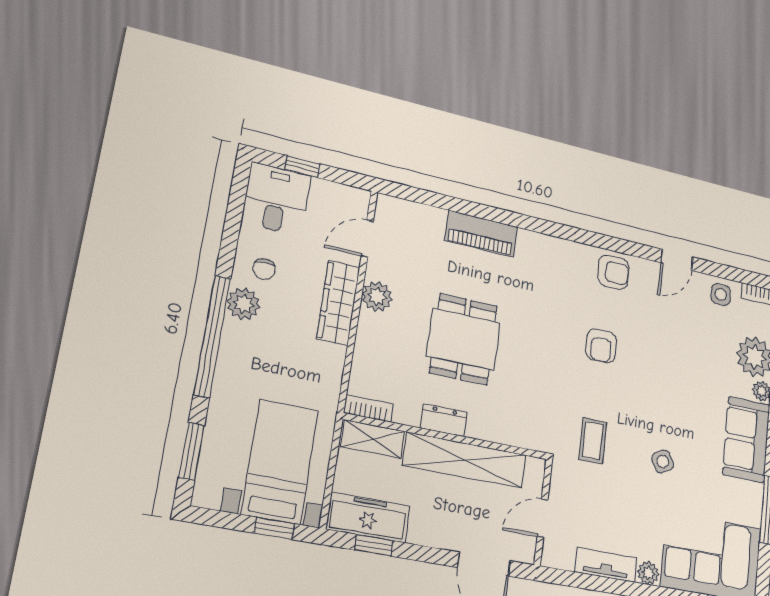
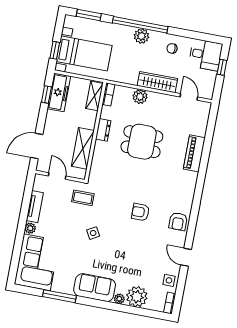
plant: (377, 296) -> (140, 97), moved
plant: (243, 304) -> (141, 36), moved
coffee table: (593, 441) -> (83, 198), moved
shelving: (465, 460) -> (83, 148), width x0.68
side table: (663, 461) -> (93, 233), moved

